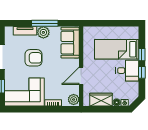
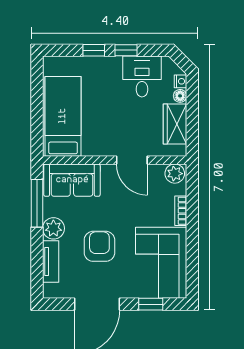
window: (45, 23) -> (37, 203), moved
bed: (117, 49) -> (63, 116), moved, turned 180
desk: (127, 71) -> (142, 76), moved

